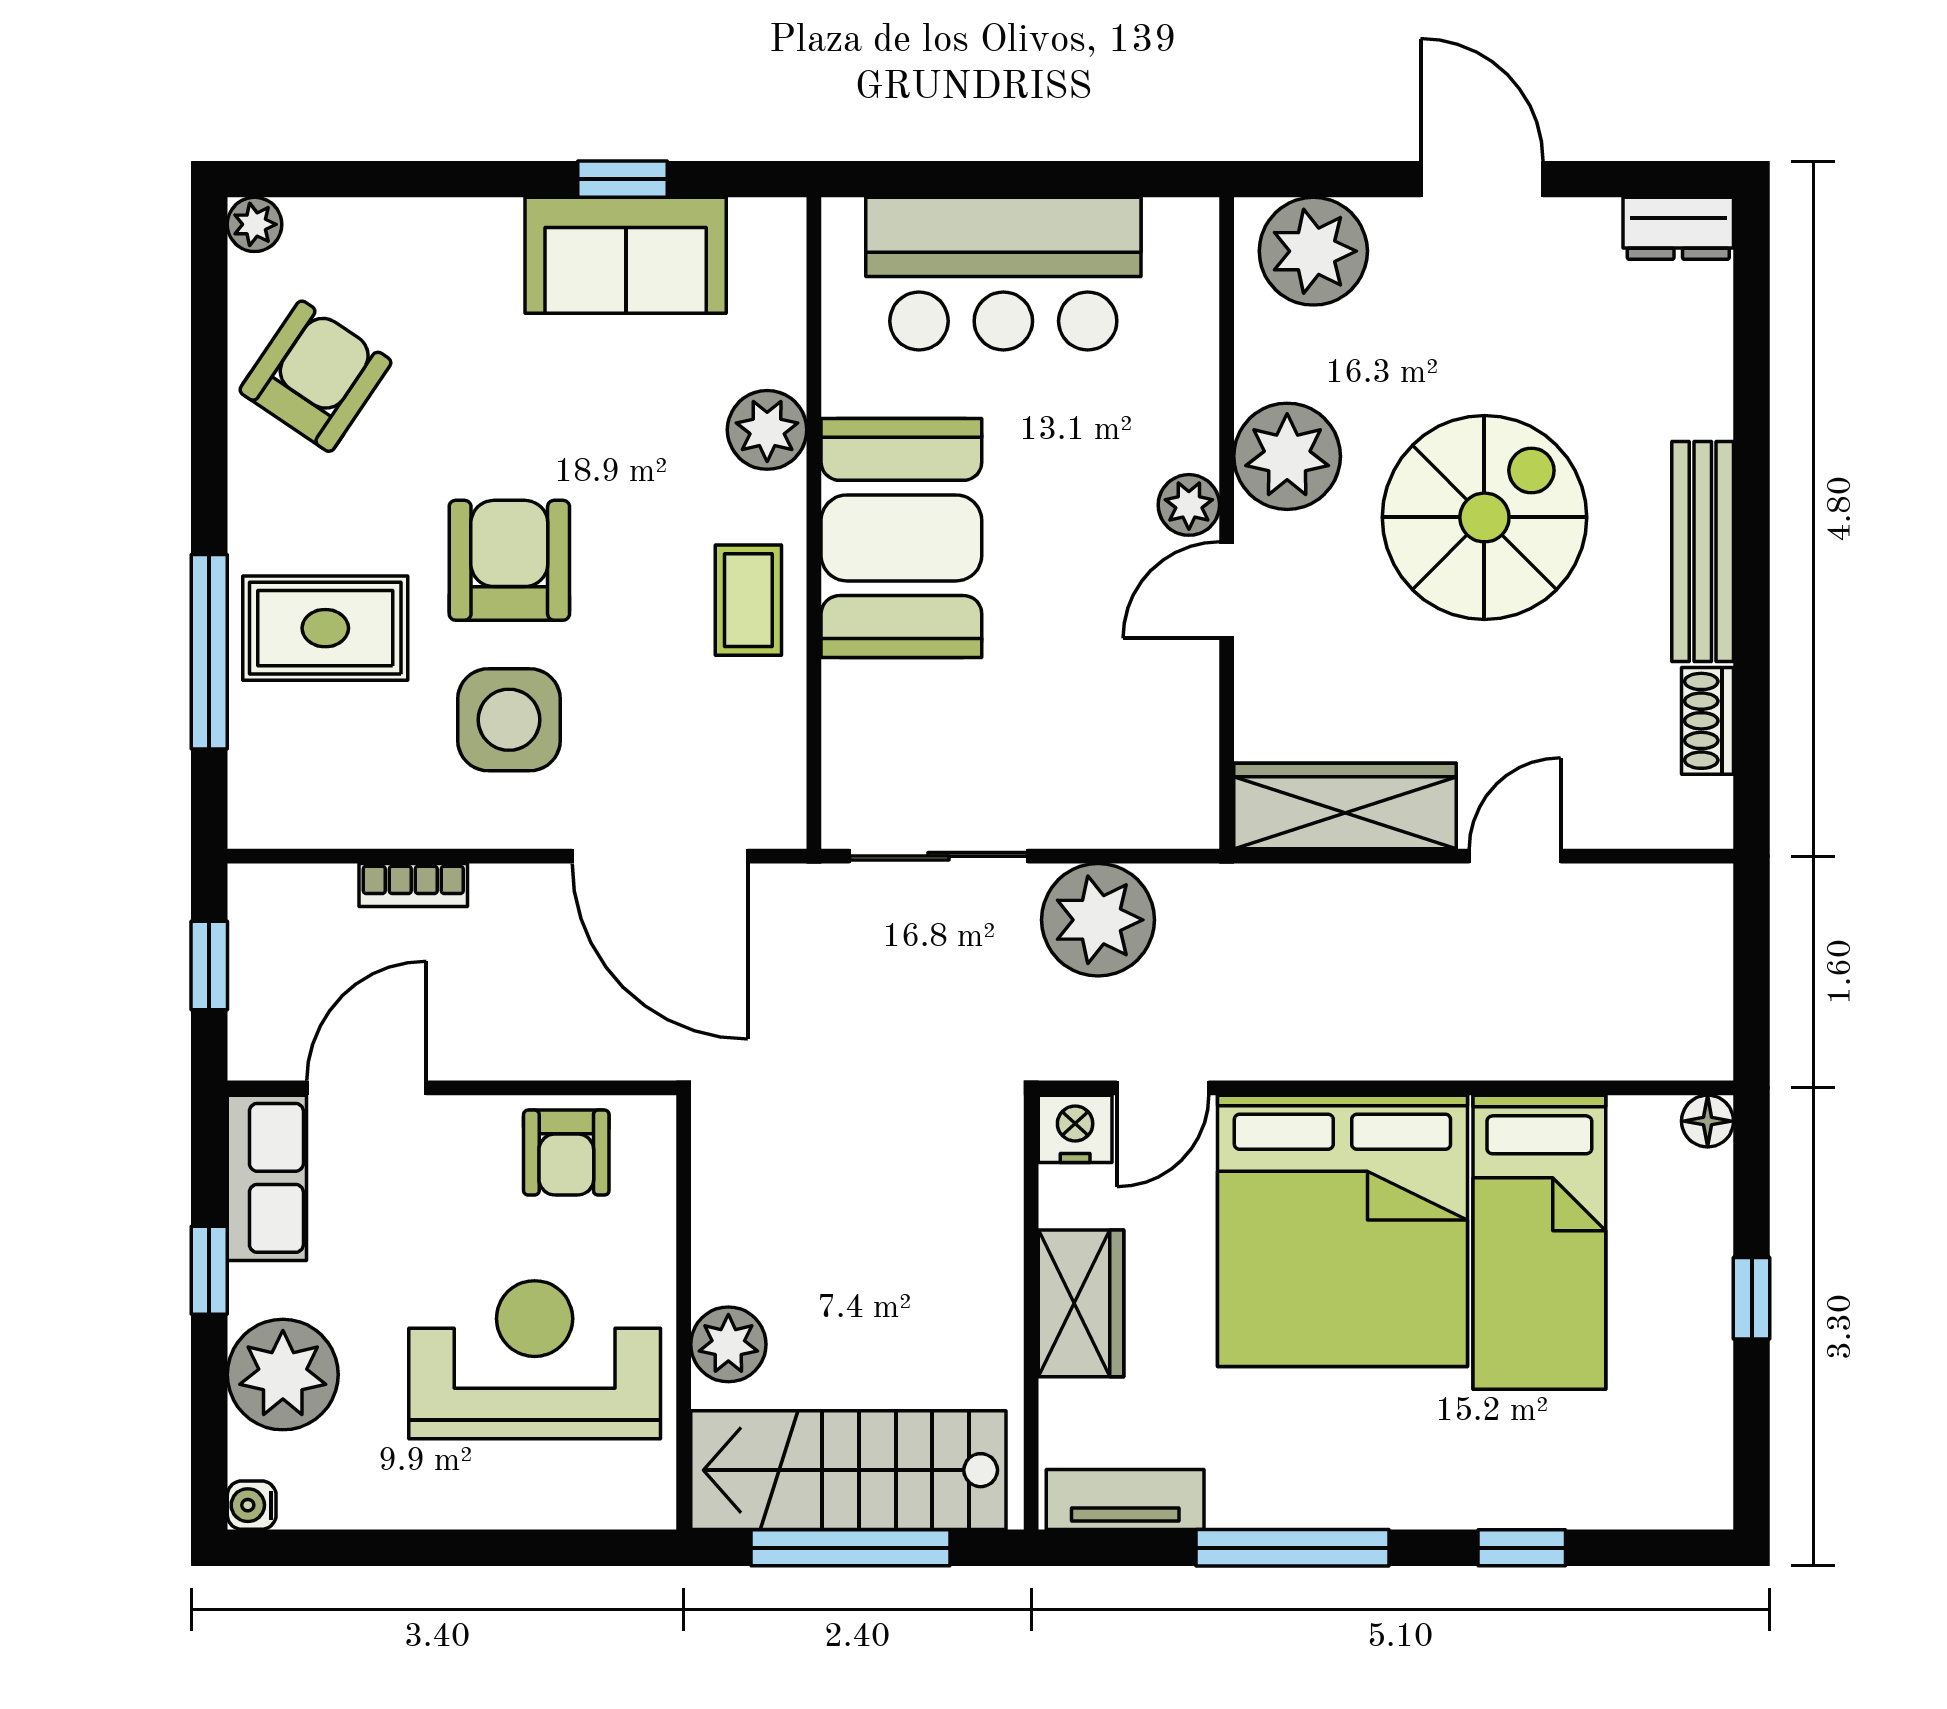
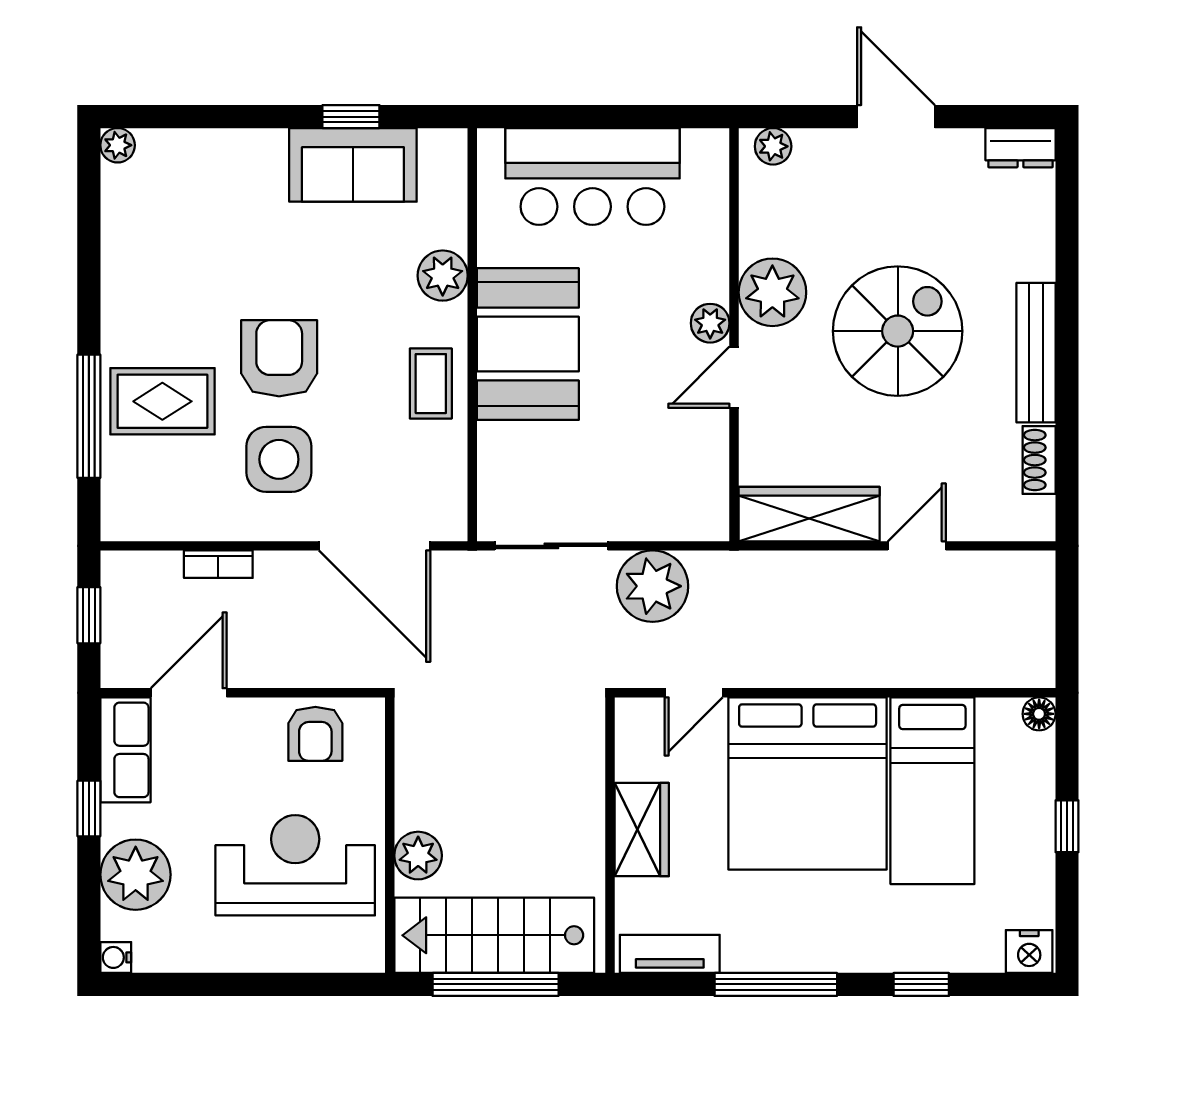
plant: (1313, 251) -> (773, 146), width x0.53, depth x0.53
armchair: (315, 376) -> (156, 241), removed
nightstand: (1075, 1129) -> (1029, 952), moved, turned 180

